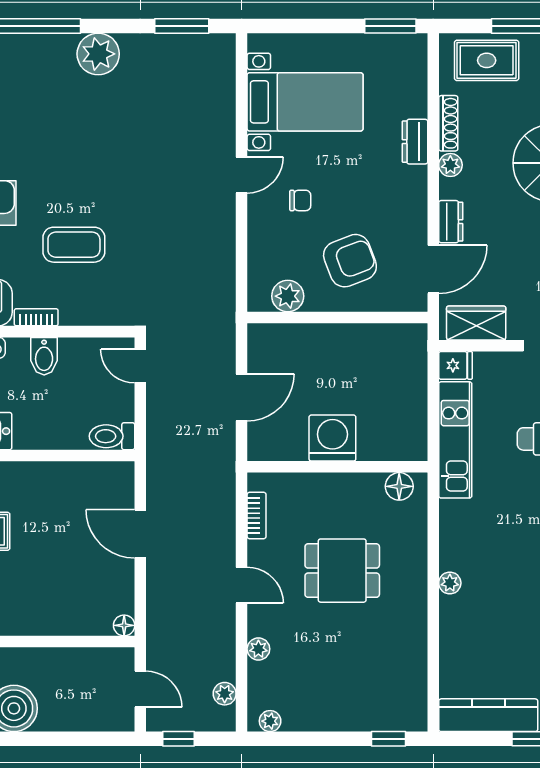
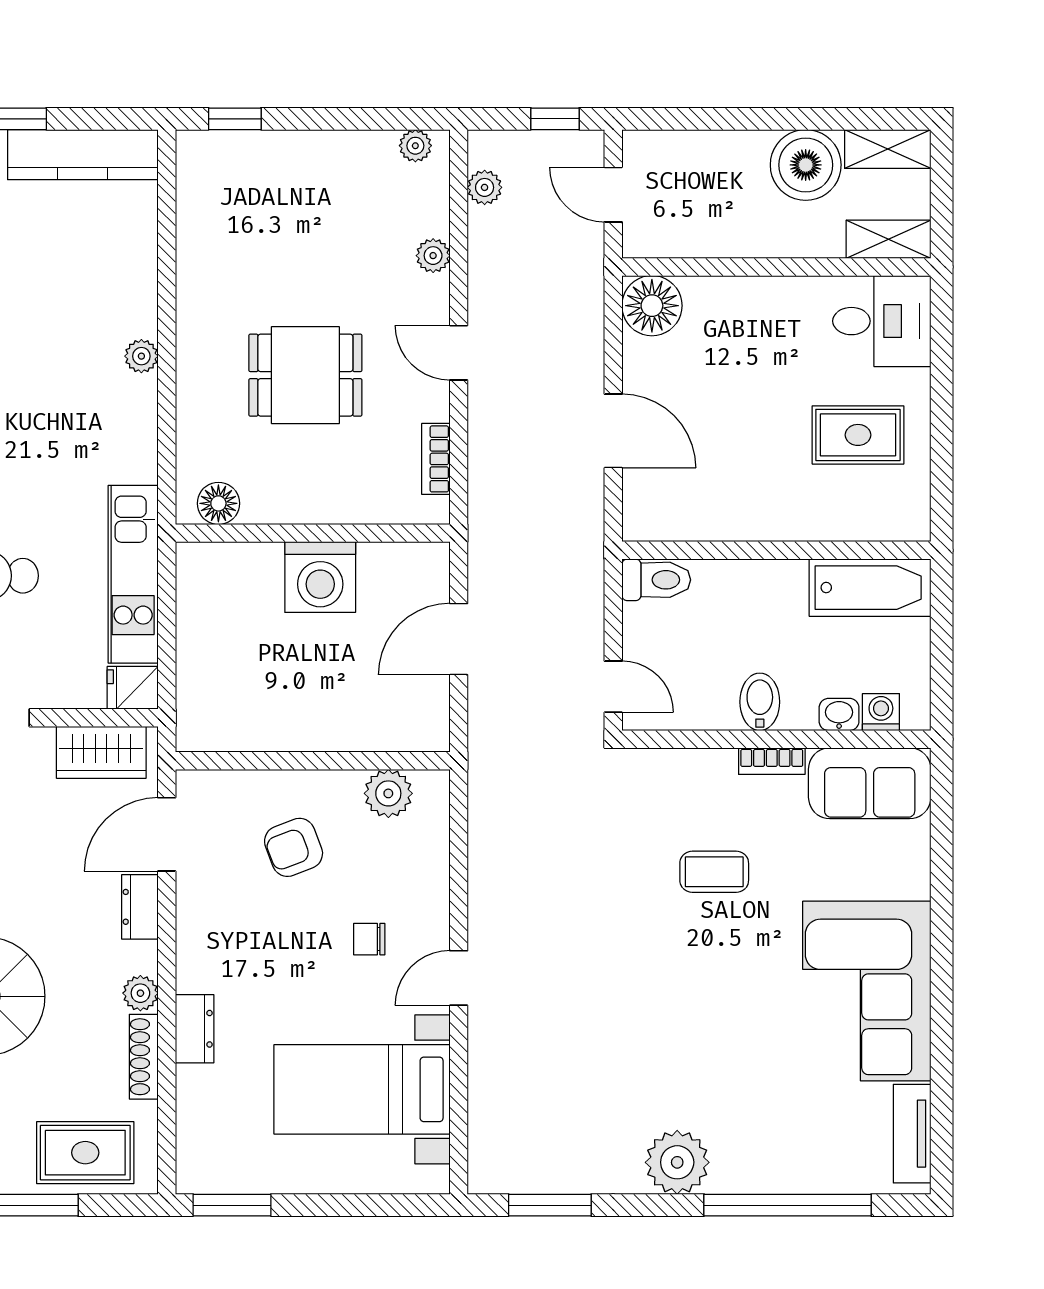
coffee table: (74, 245) -> (714, 872), width x0.73, depth x0.77
armchair: (350, 261) -> (294, 847), width x0.72, depth x0.72
floor lamp: (124, 625) -> (652, 306), width x1.89, depth x1.89

